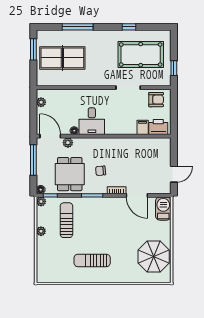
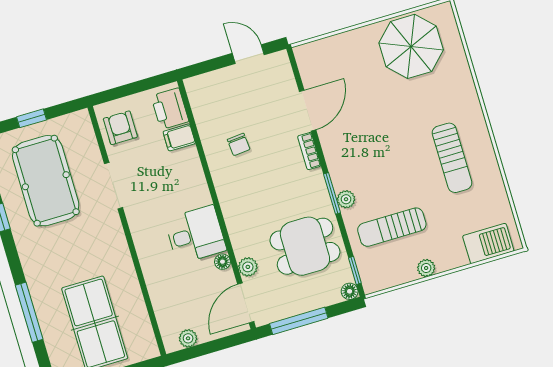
window: (174, 68) -> (32, 118), moved
chair: (101, 171) -> (239, 144), moved
plant: (41, 201) -> (346, 199), moved
barbecue: (163, 209) -> (488, 243), moved, turned 180

